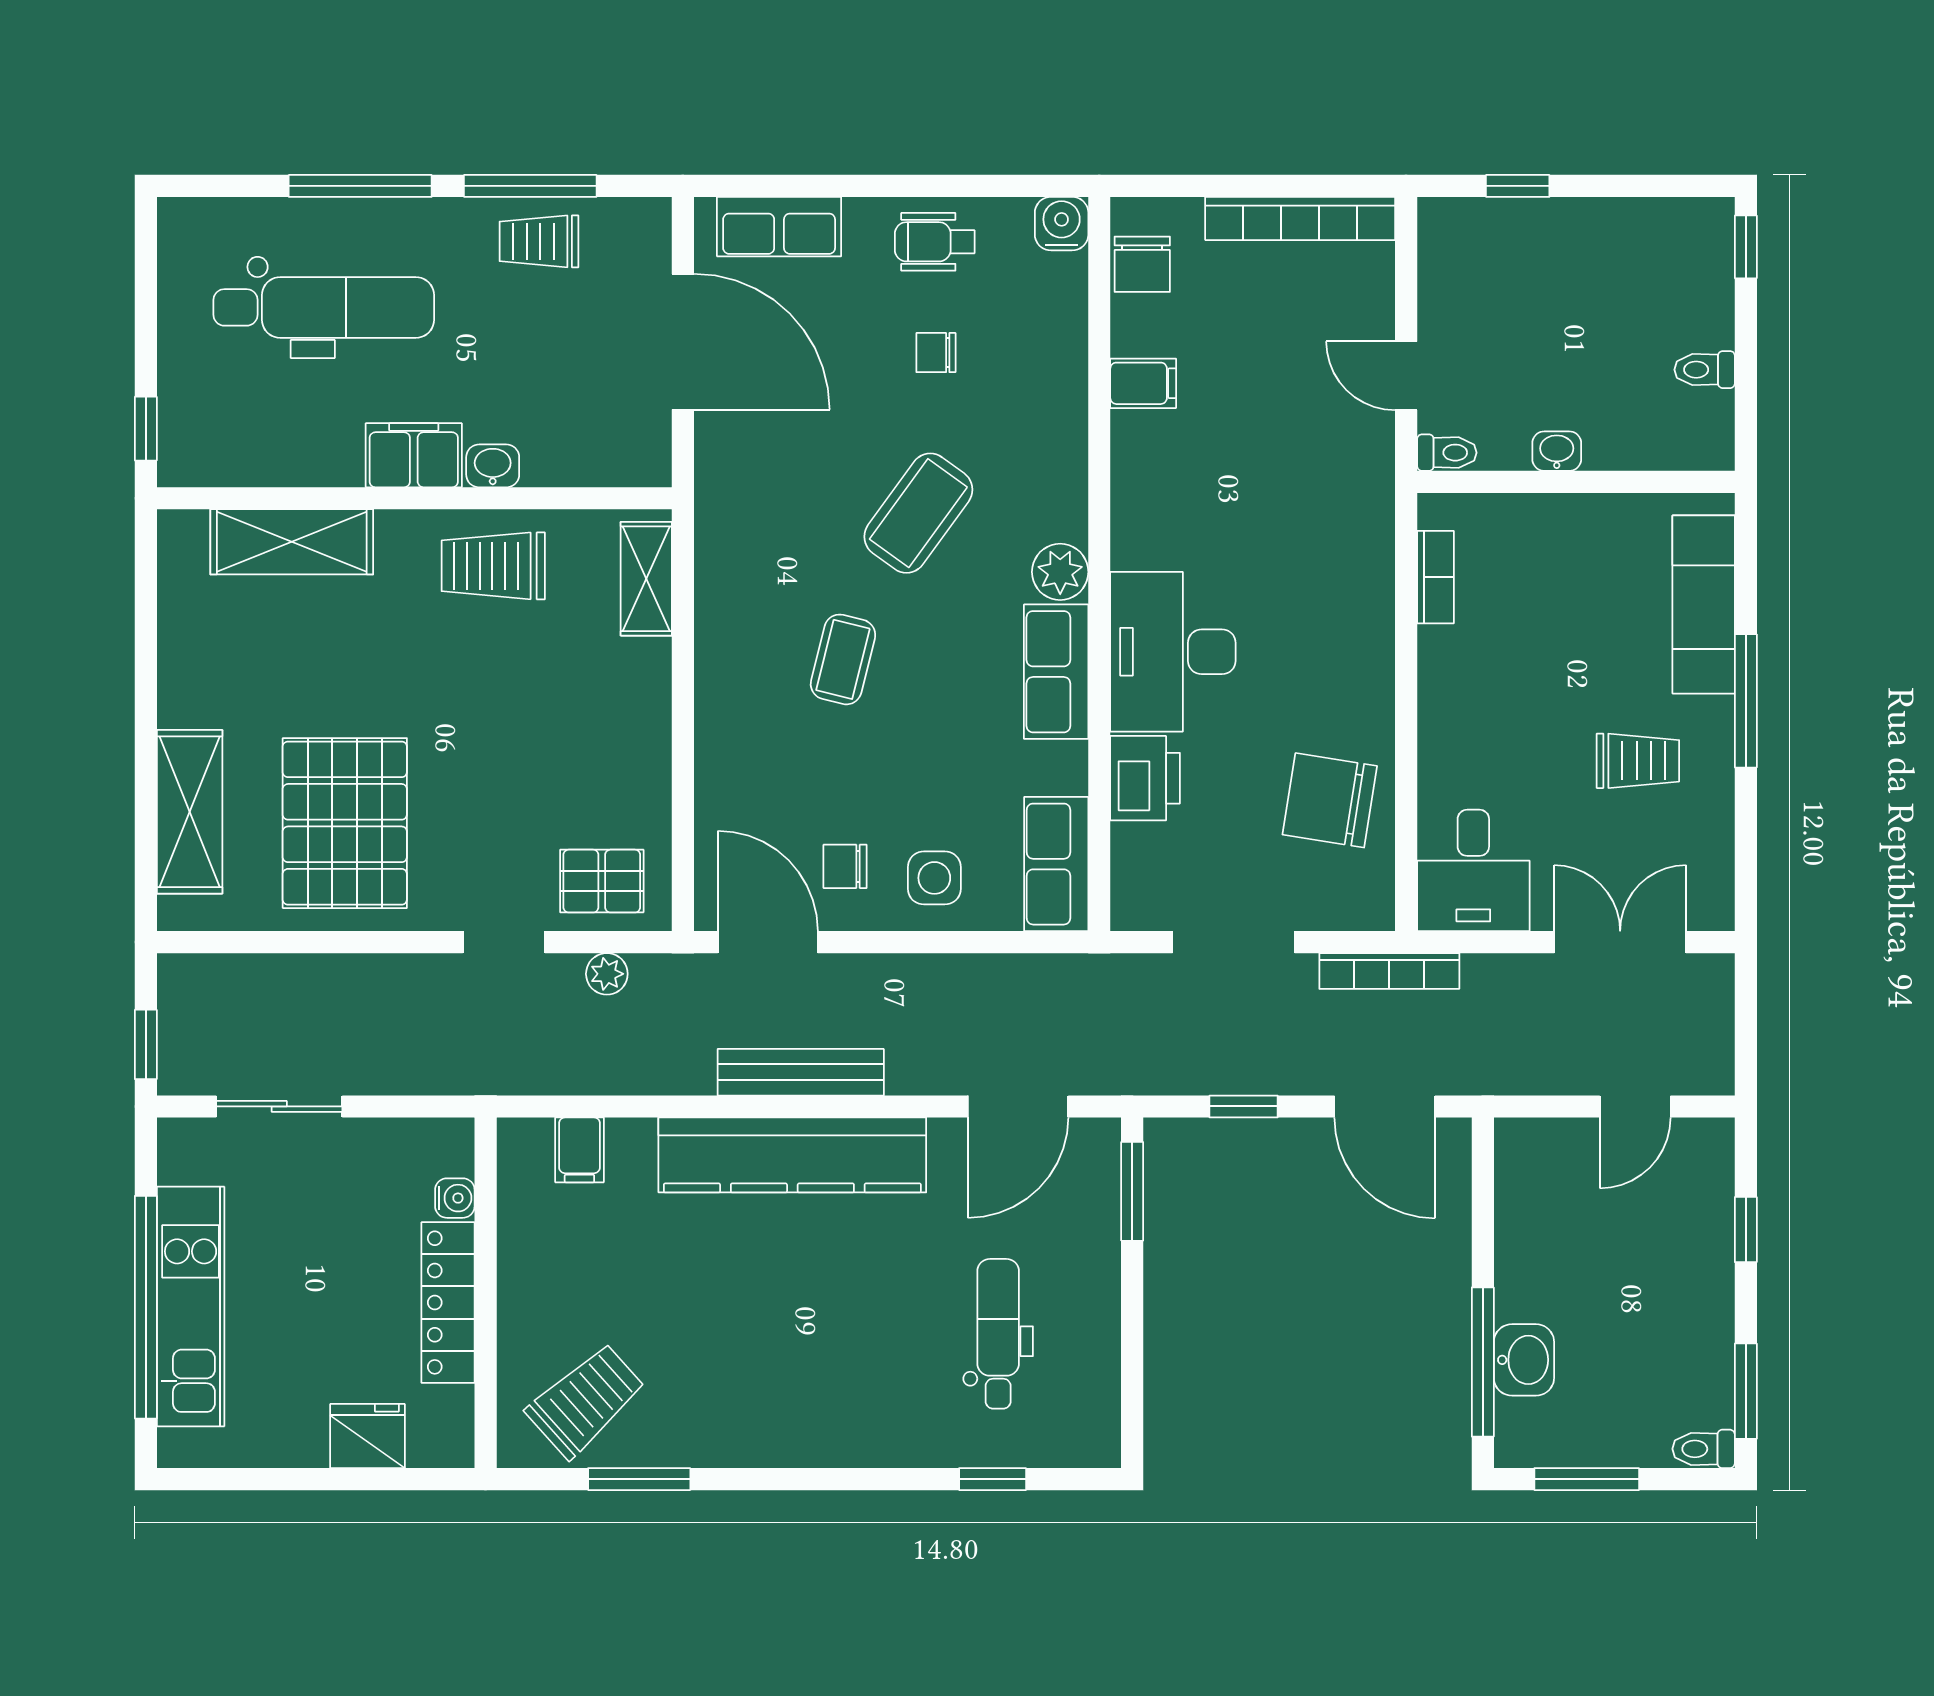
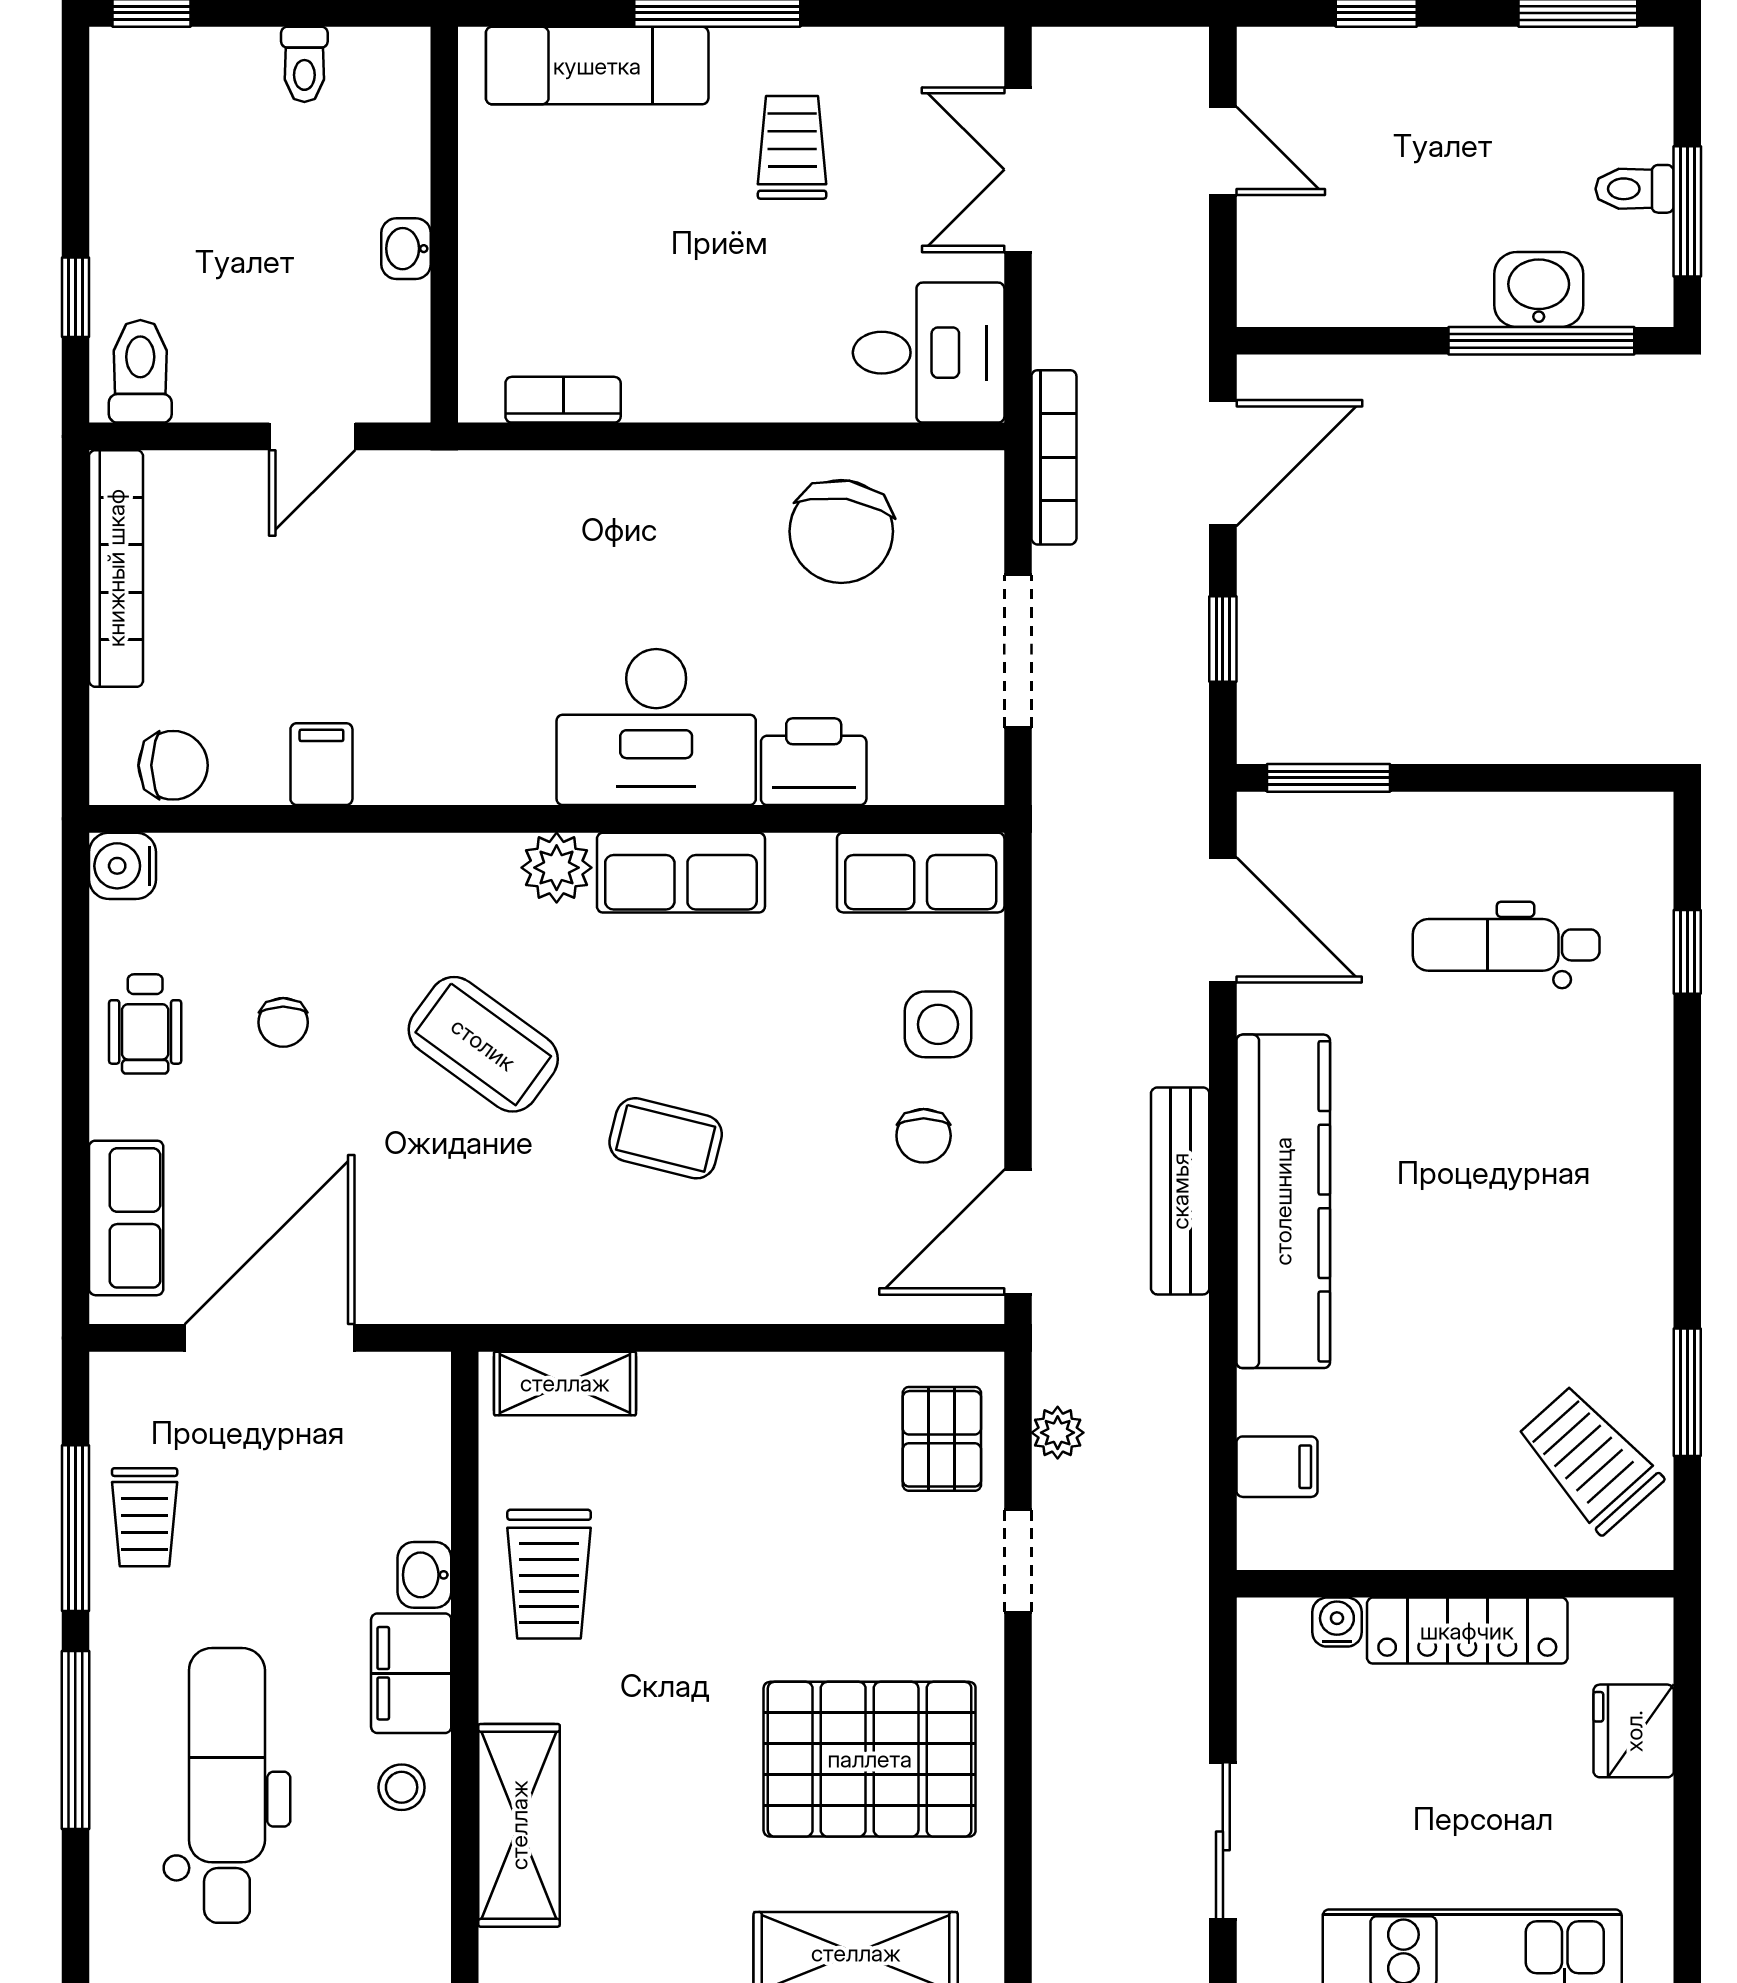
stool: (322, 448) -> (402, 1787), added
toilet: (1447, 453) -> (140, 371), moved, width x1.37, depth x1.39
toilet: (1704, 1449) -> (1635, 189), moved, turned 90

